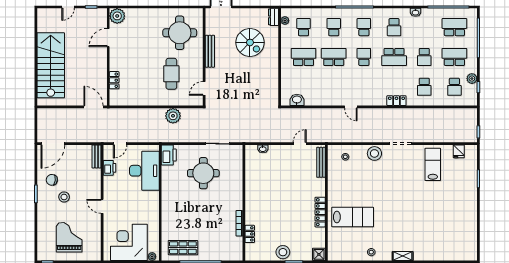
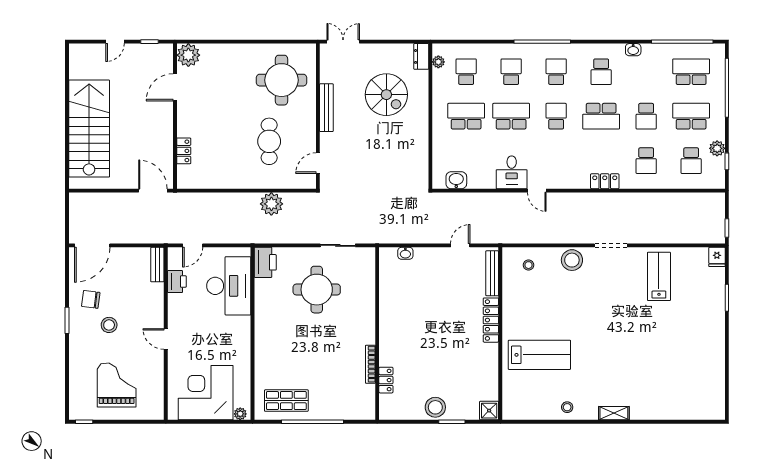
desk: (334, 95) -> (512, 172), added
fridge: (459, 151) -> (717, 257), moved
locker: (320, 212) -> (491, 320), moved

